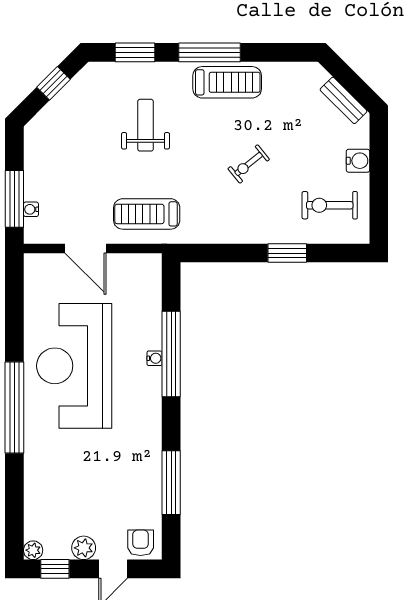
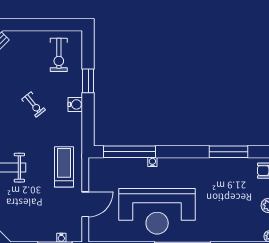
water cooler: (358, 161) -> (75, 104), moved, turned 90
treadmill: (147, 214) -> (64, 167), turned 180
window: (171, 354) -> (130, 152), moved

